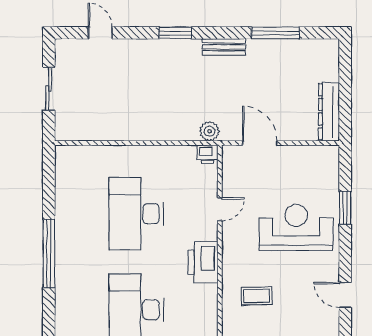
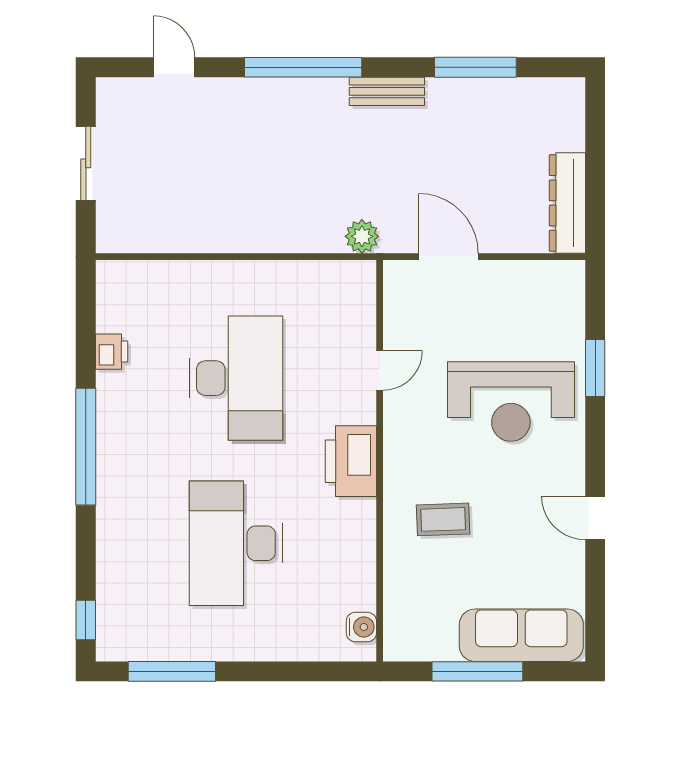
window: (175, 33) -> (303, 67), width x2.11
printer: (208, 154) -> (112, 352), moved, turned -90
desk: (136, 214) -> (236, 378), turned 180
reception desk: (296, 227) -> (511, 402), turned 180

